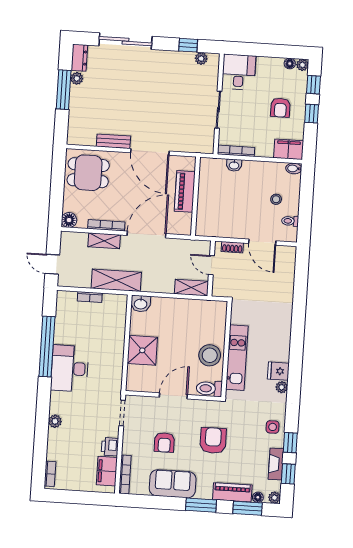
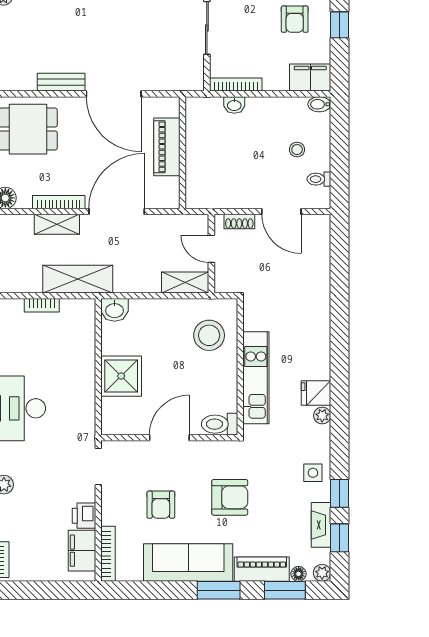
stool: (210, 355) -> (209, 335), moved
armchair: (213, 440) -> (230, 497), turned 90
sofa: (173, 484) -> (188, 562), width x1.36

